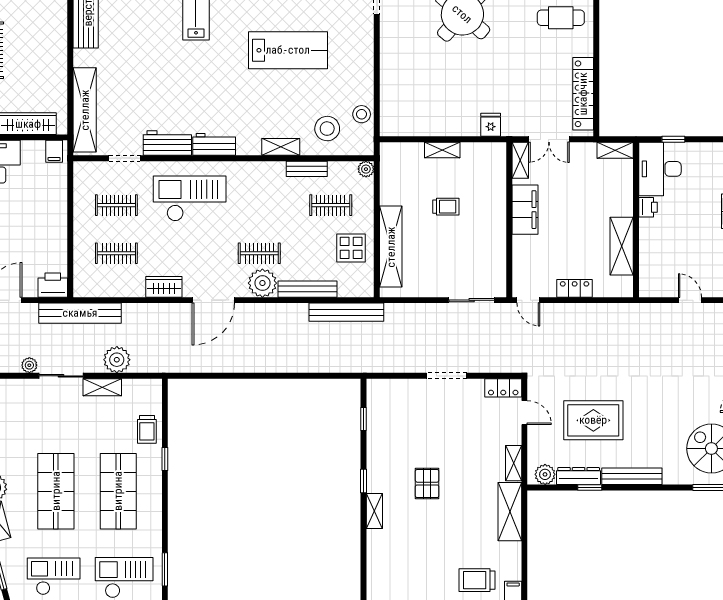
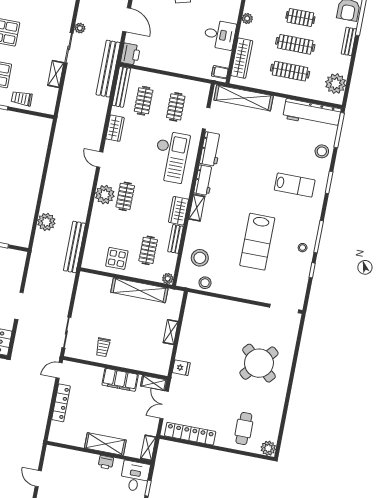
clothes rail: (33, 50) -> (290, 71), added
shelving: (281, 147) -> (197, 208), moved
desk: (660, 169) -> (135, 476), width x0.73
wardrobe: (265, 172) -> (178, 211), added
trolley: (446, 207) -> (103, 347), moved
shelving: (622, 246) -> (105, 444), moved
shelving: (391, 247) -> (139, 290), moved
locker: (575, 288) -> (61, 403), width x1.53
bench: (308, 289) -> (121, 87), moved
door: (213, 300) -> (100, 160), width x0.53
door: (690, 300) -> (38, 479), swing flipped
plant: (117, 360) -> (46, 222), moved

